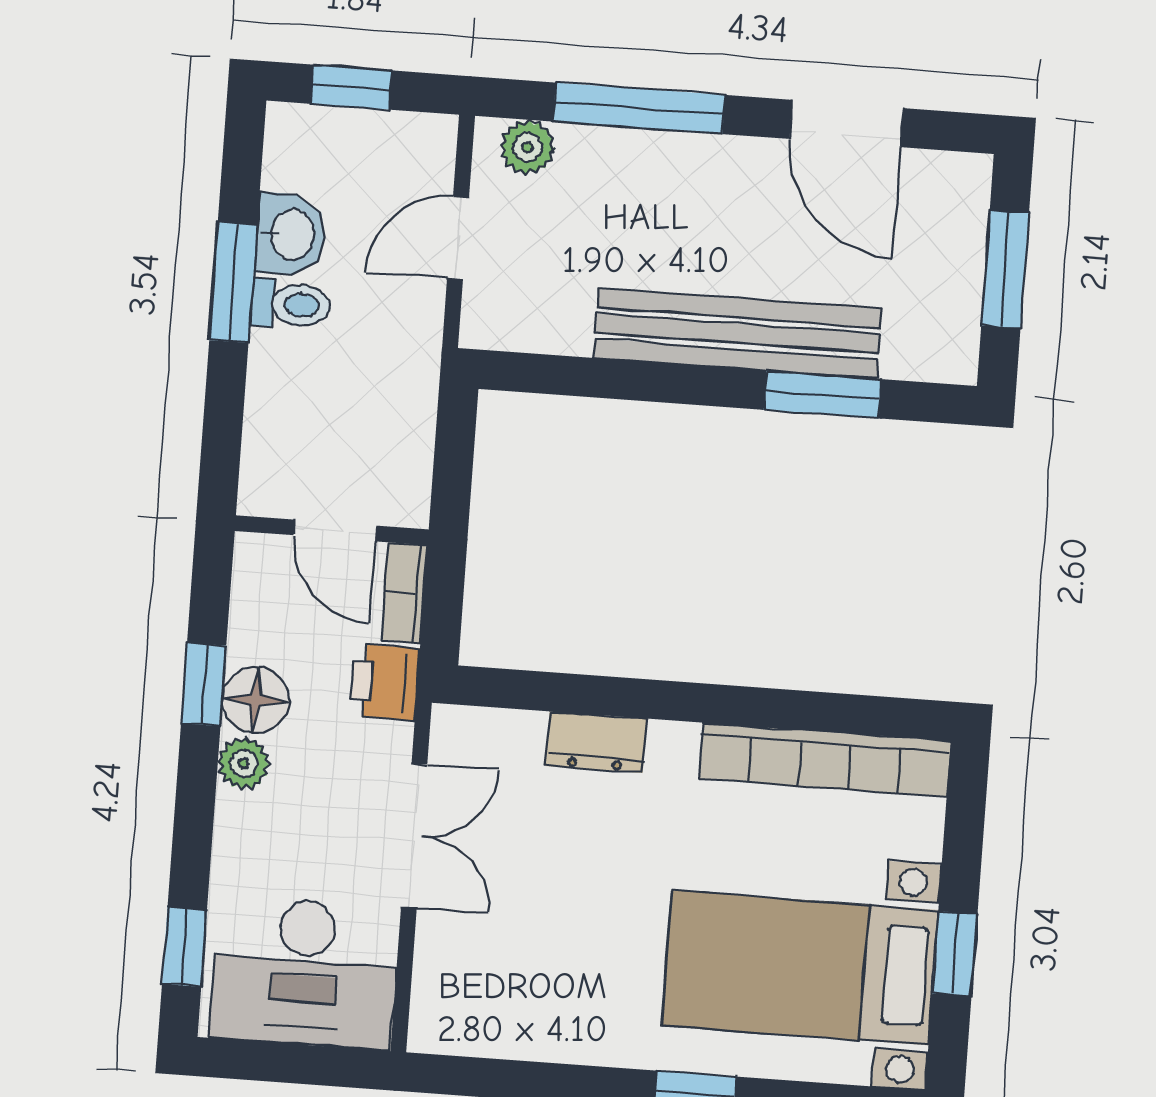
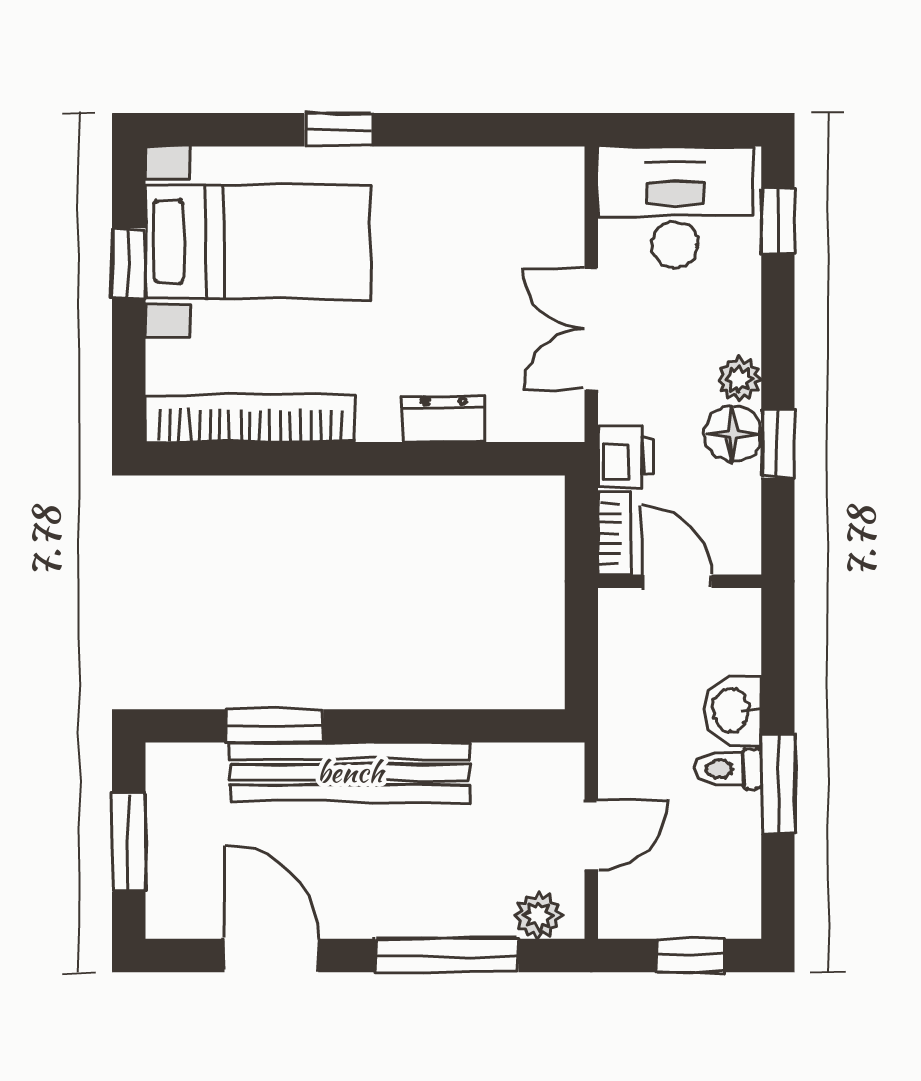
washbasin: (291, 234) -> (732, 710), moved

